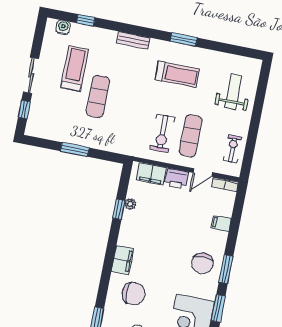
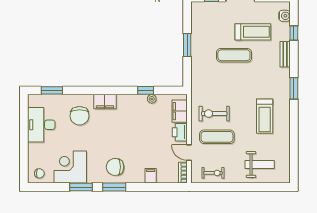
bench: (133, 40) -> (285, 54), moved
window: (184, 40) -> (294, 88), moved

